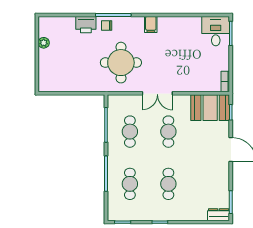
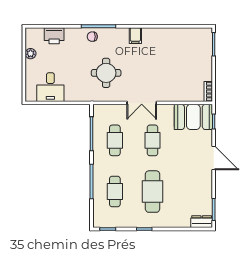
printer: (86, 25) -> (54, 36), moved
desk: (216, 31) -> (50, 87), moved, turned 180
round table: (121, 63) -> (106, 73), width x0.73, depth x0.73
cafe table: (168, 184) -> (153, 192), width x1.37, depth x1.35

